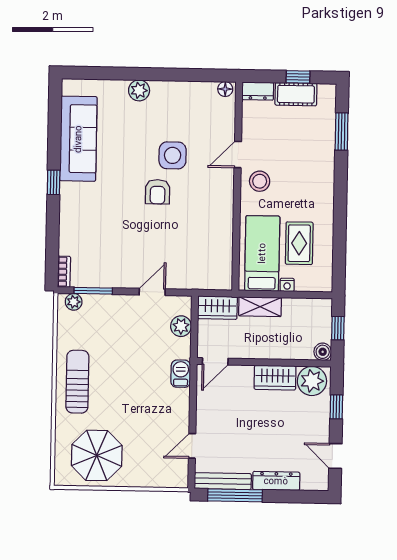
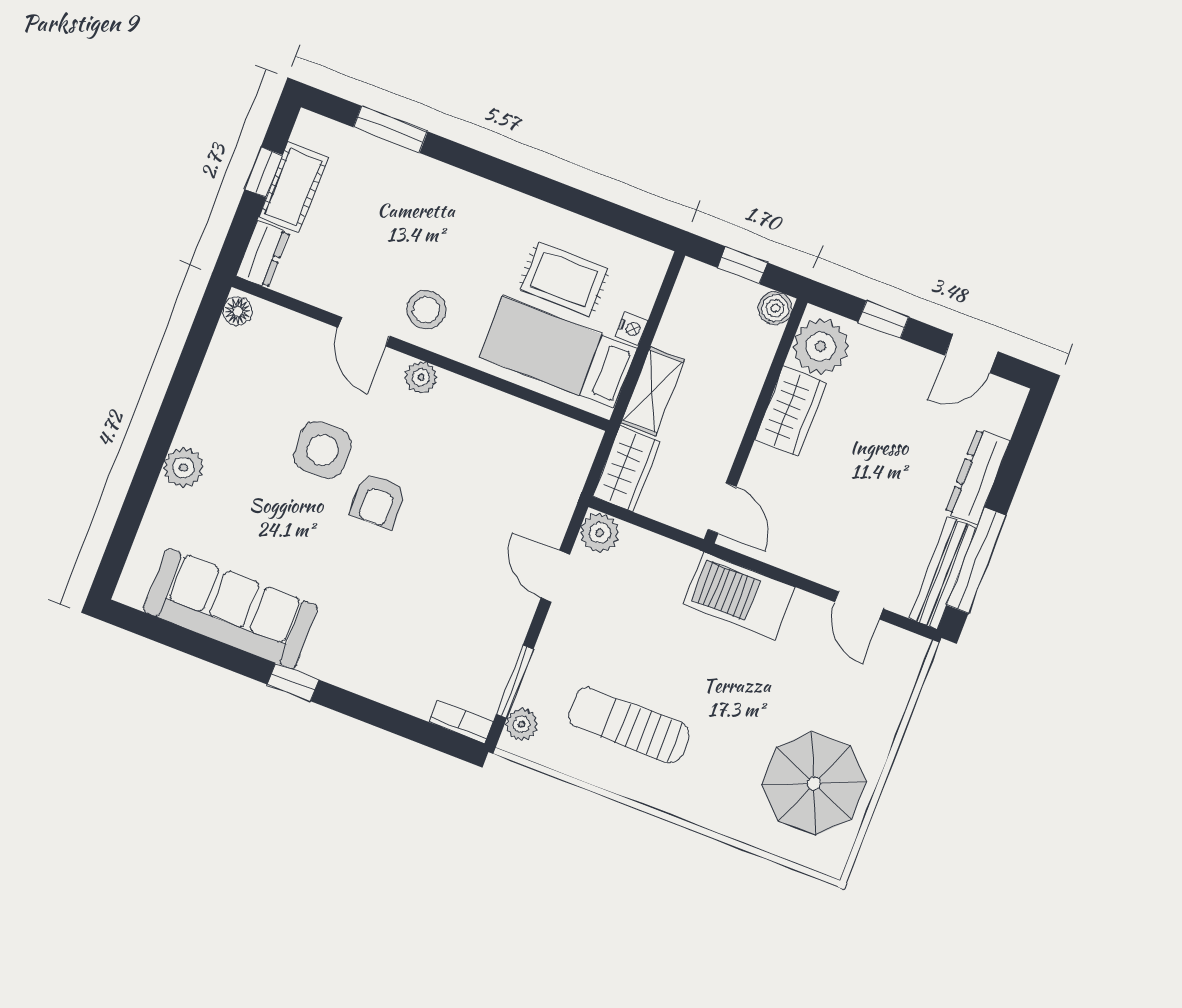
plant: (226, 191) -> (421, 377), added
armchair: (158, 192) -> (378, 501), turned 89
plant: (181, 326) -> (600, 533), moved
barbecue: (181, 374) -> (740, 596), width x1.88, depth x1.53
sun lounger: (77, 382) -> (629, 725), moved

